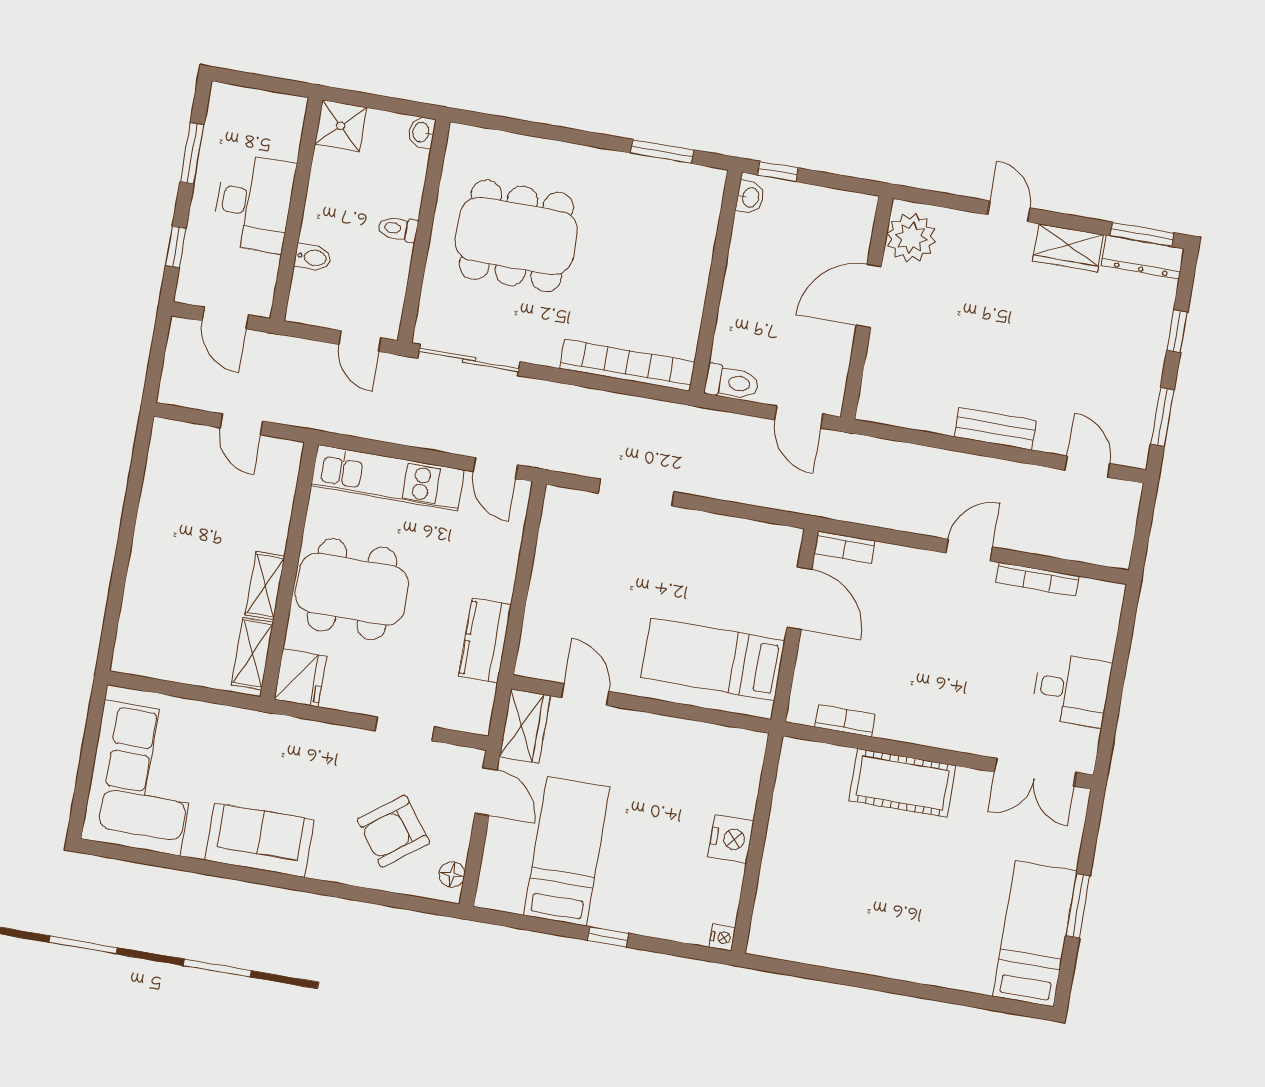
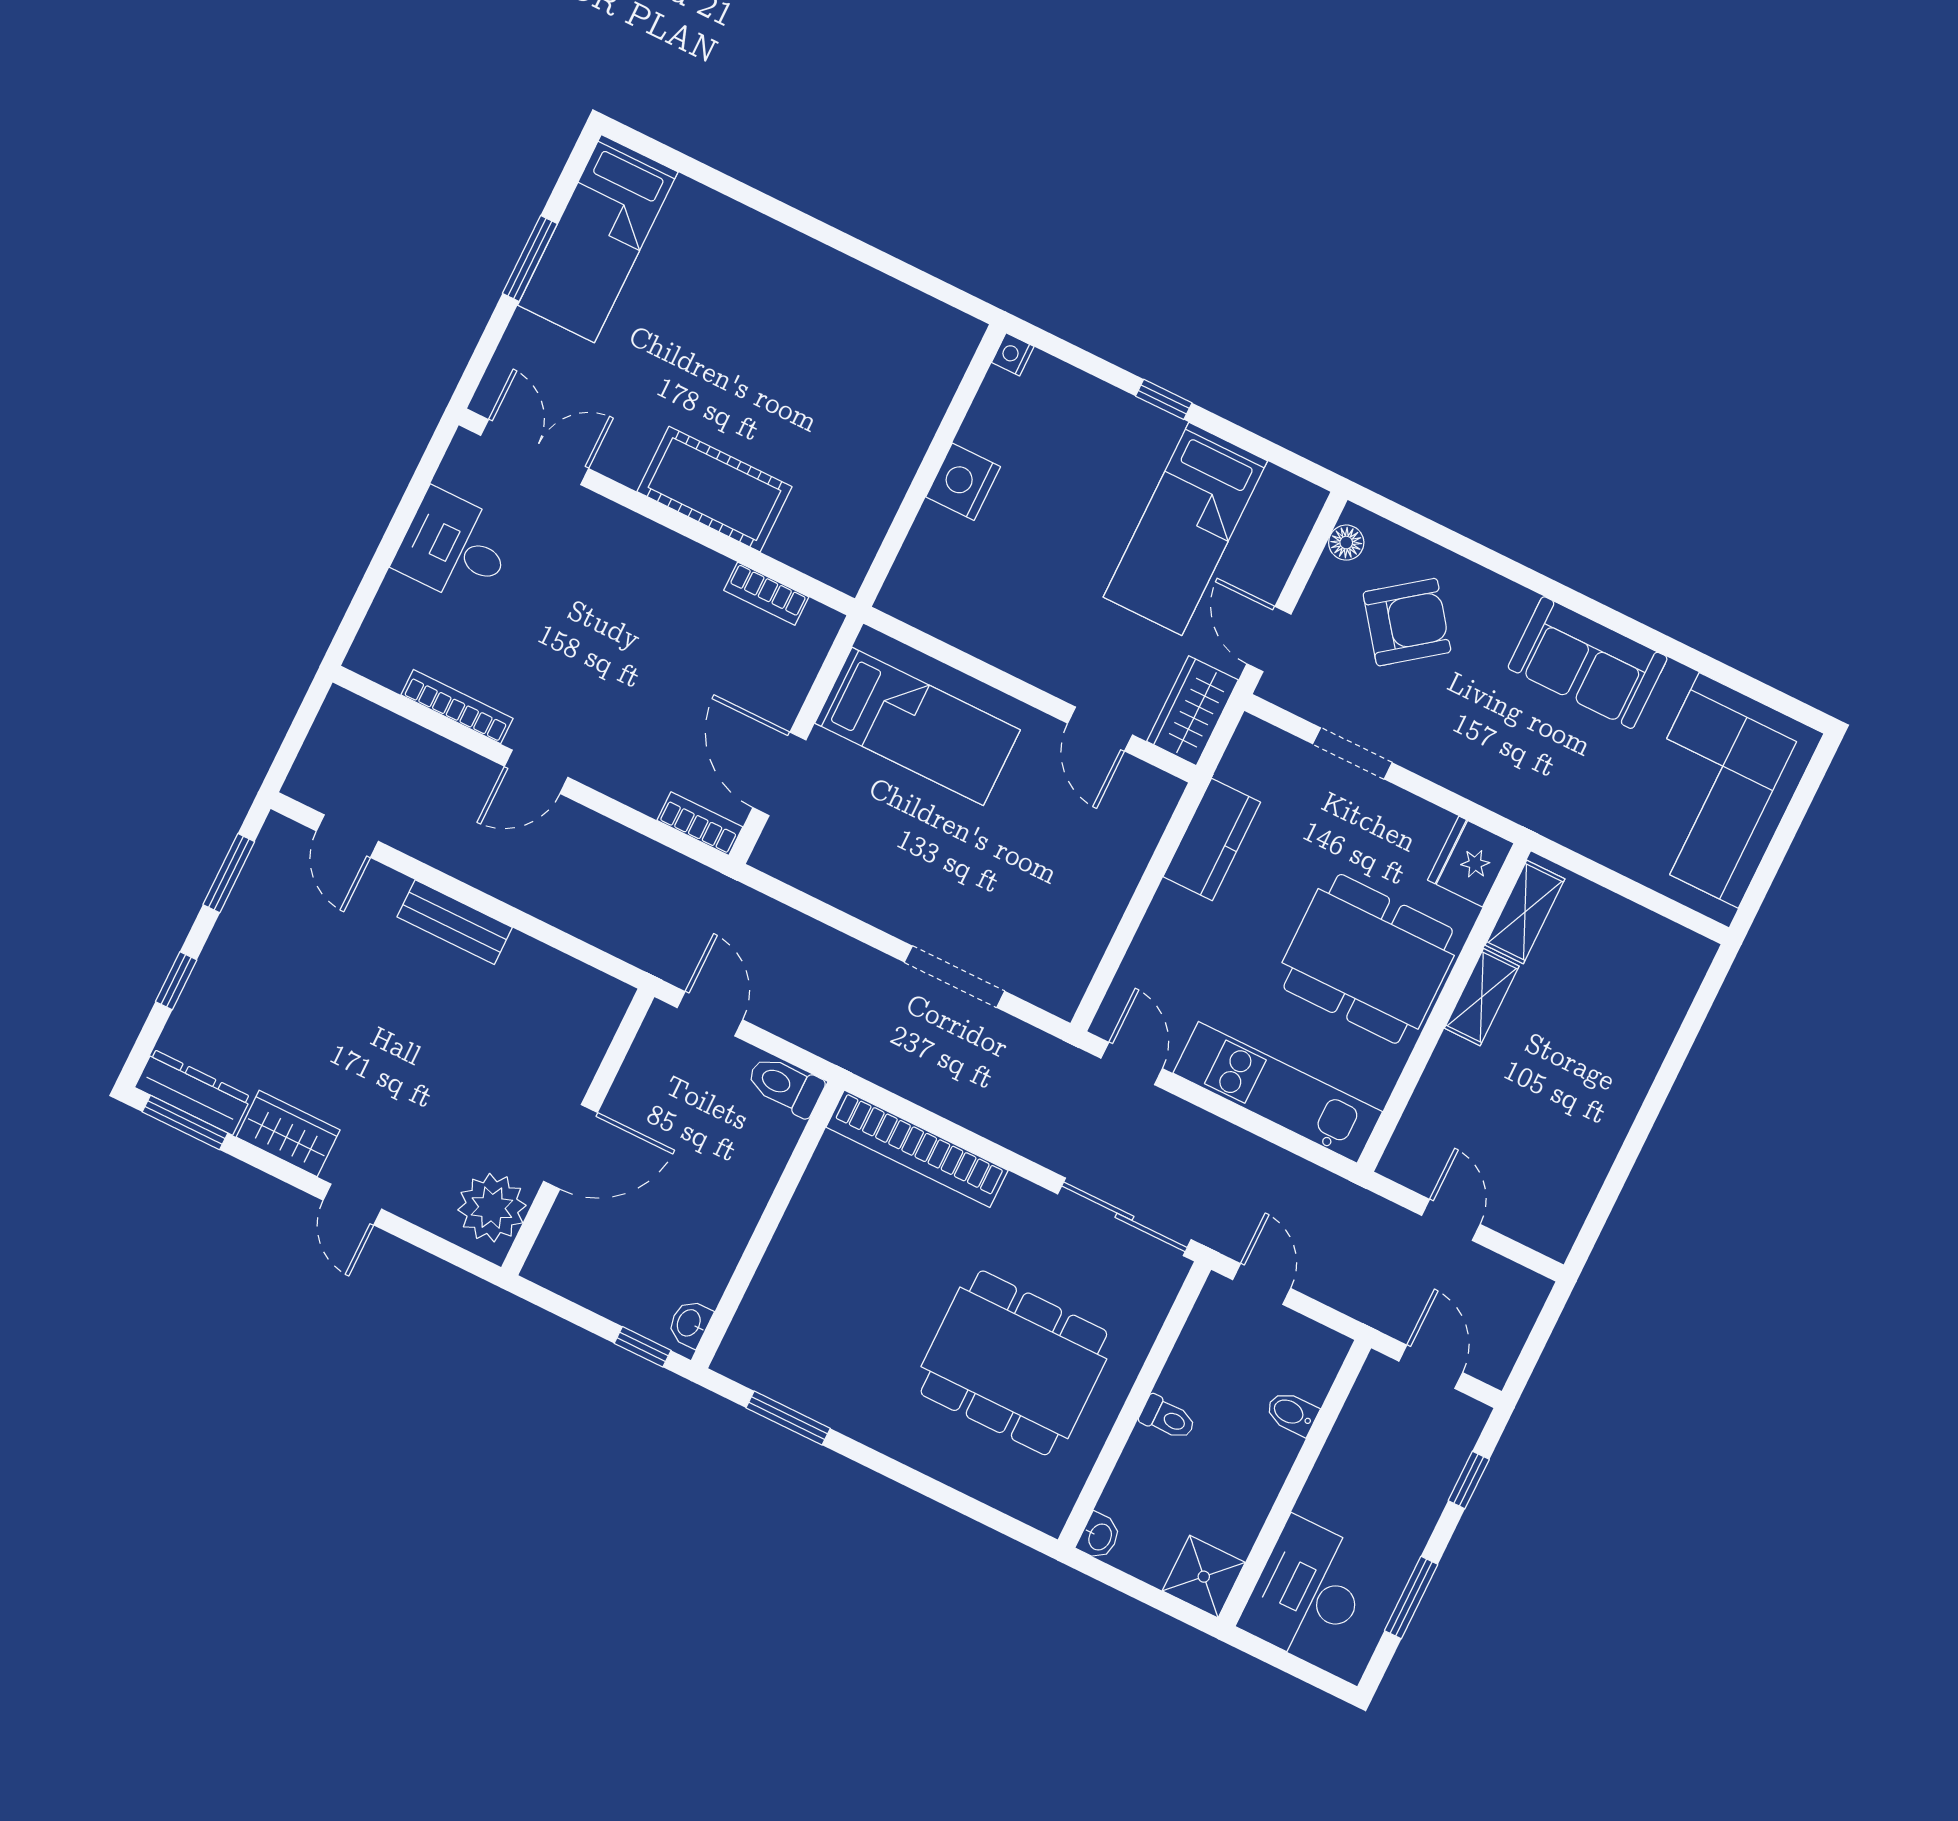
desk: (254, 203) -> (1308, 1591), moved

